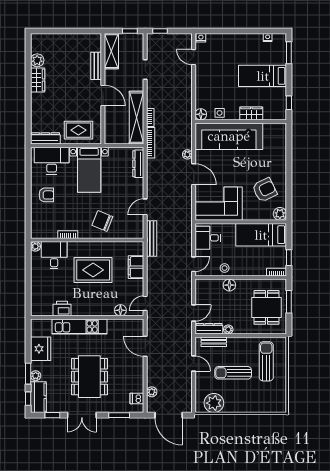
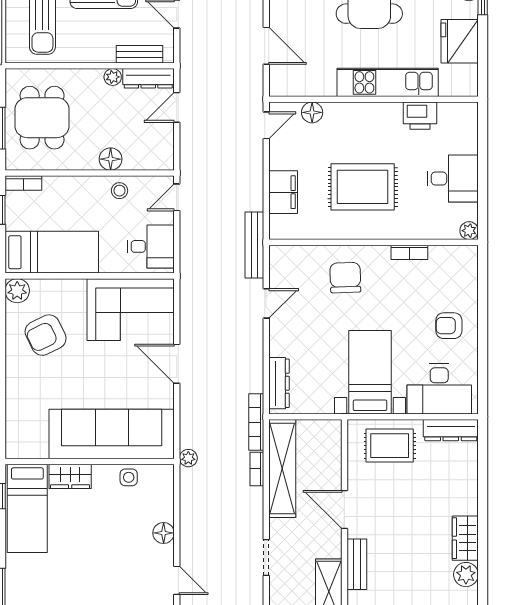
bed: (263, 76) -> (27, 508), moved, turned 90
floor lamp: (201, 114) -> (164, 533), moved
plant: (187, 154) -> (188, 458), moved
chair: (102, 221) -> (345, 278), turned -114
desk: (54, 255) -> (453, 178), moved, turned -90

